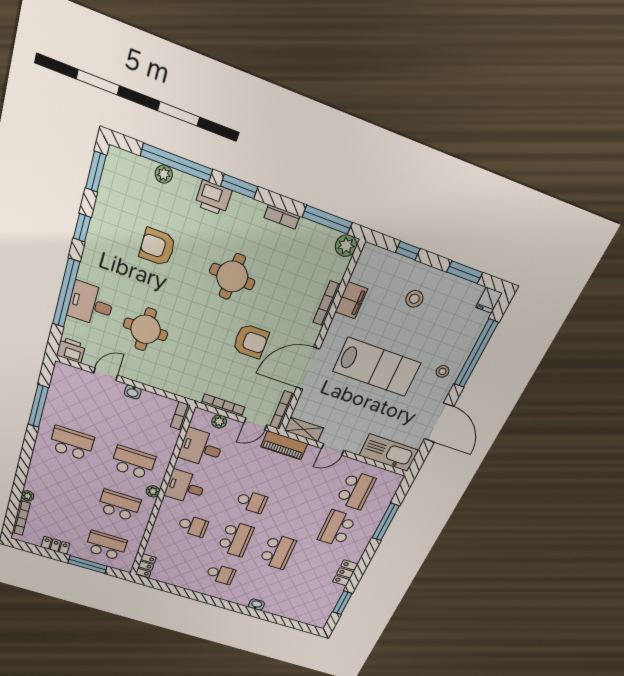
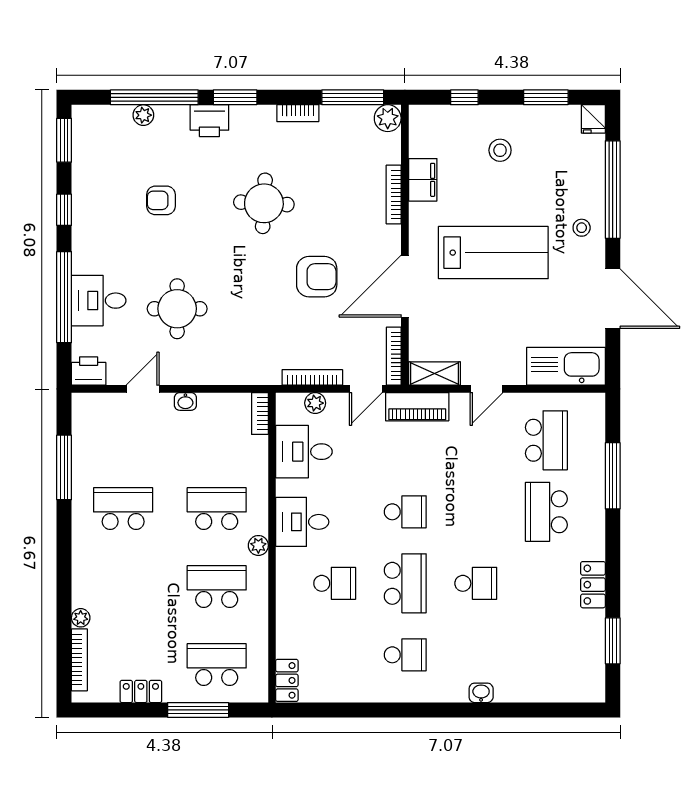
armchair: (157, 247) -> (161, 200), width x0.72, depth x0.72
school desk: (278, 552) -> (476, 583), width x0.54

